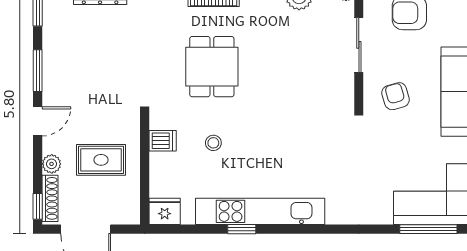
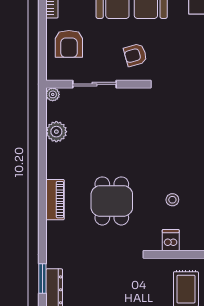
dining table: (212, 67) -> (112, 201), turned 90

